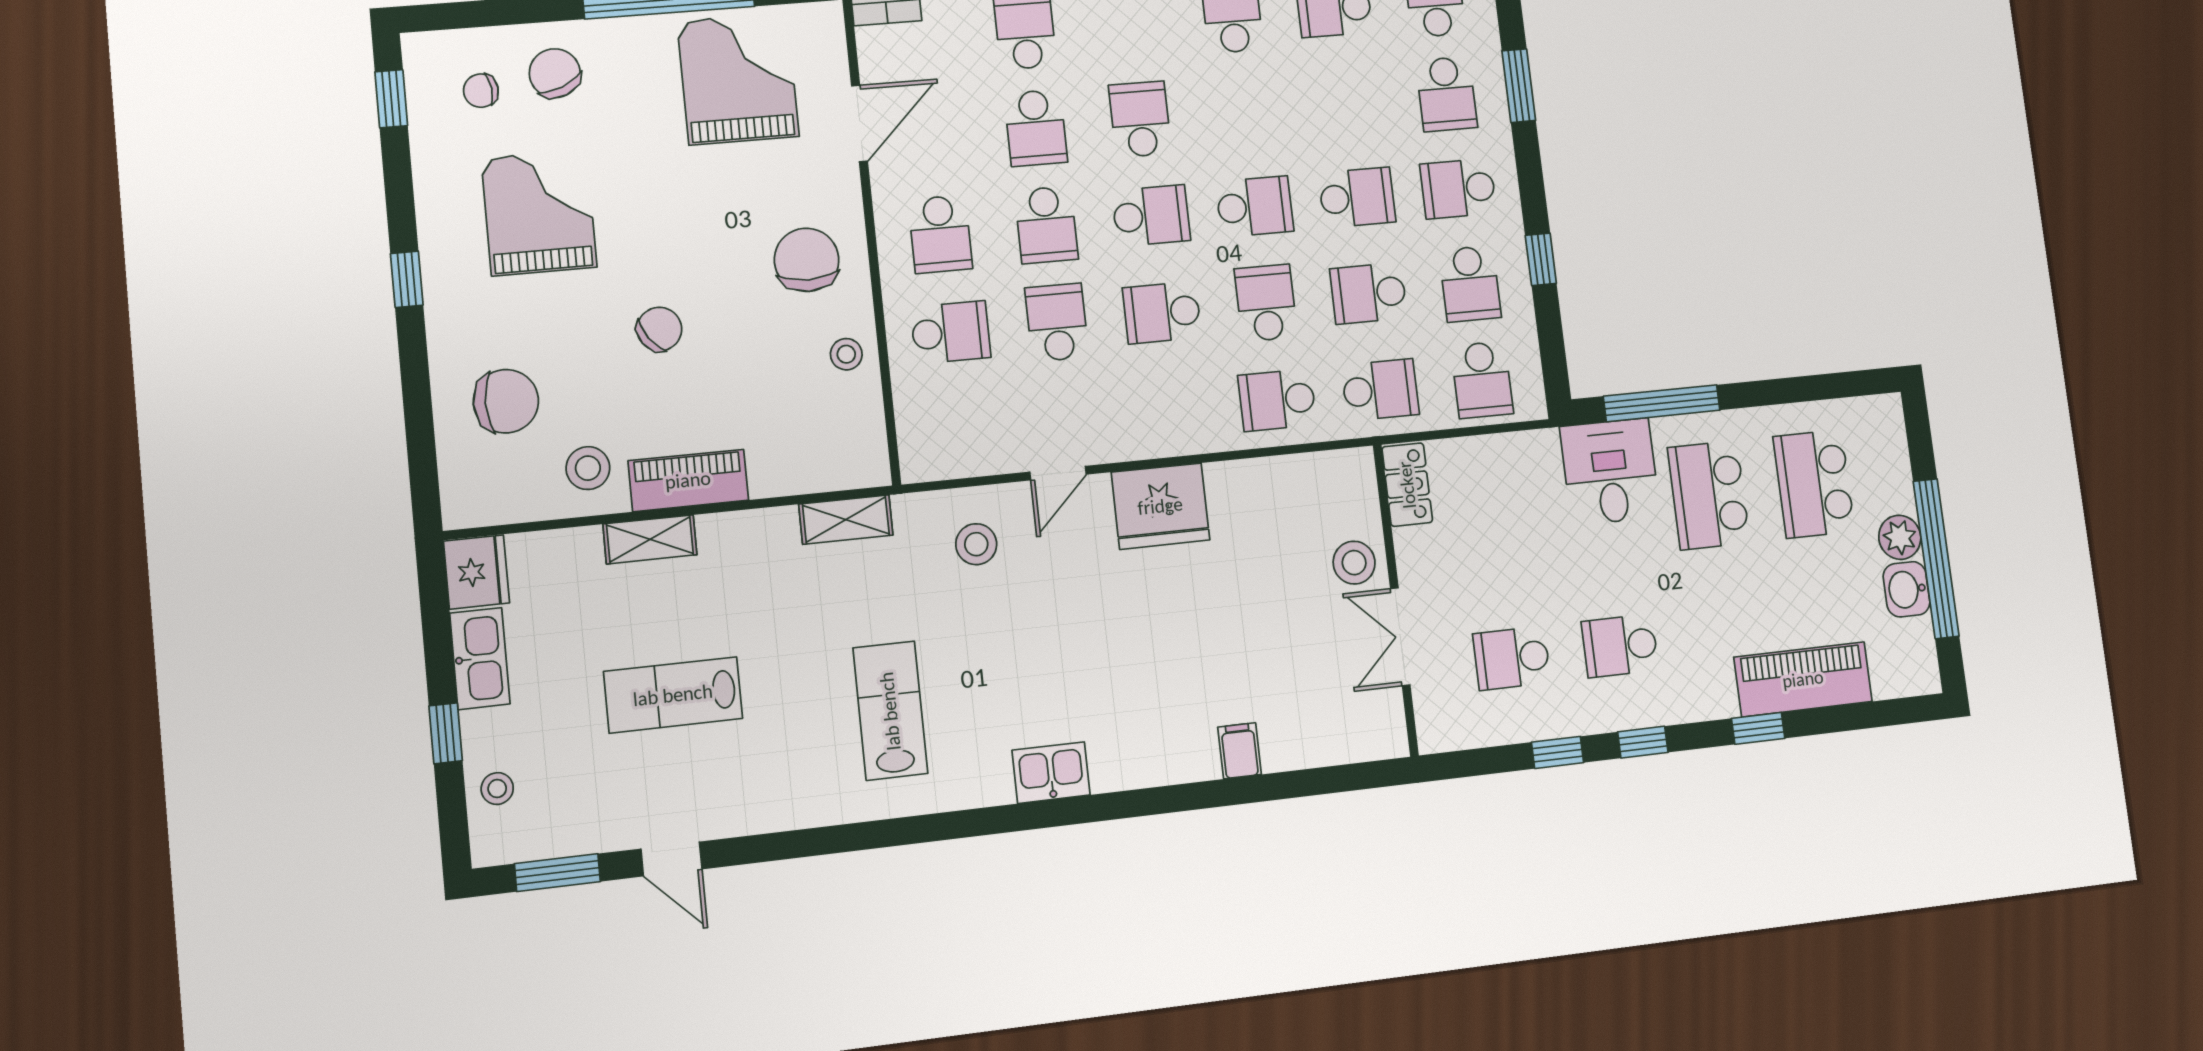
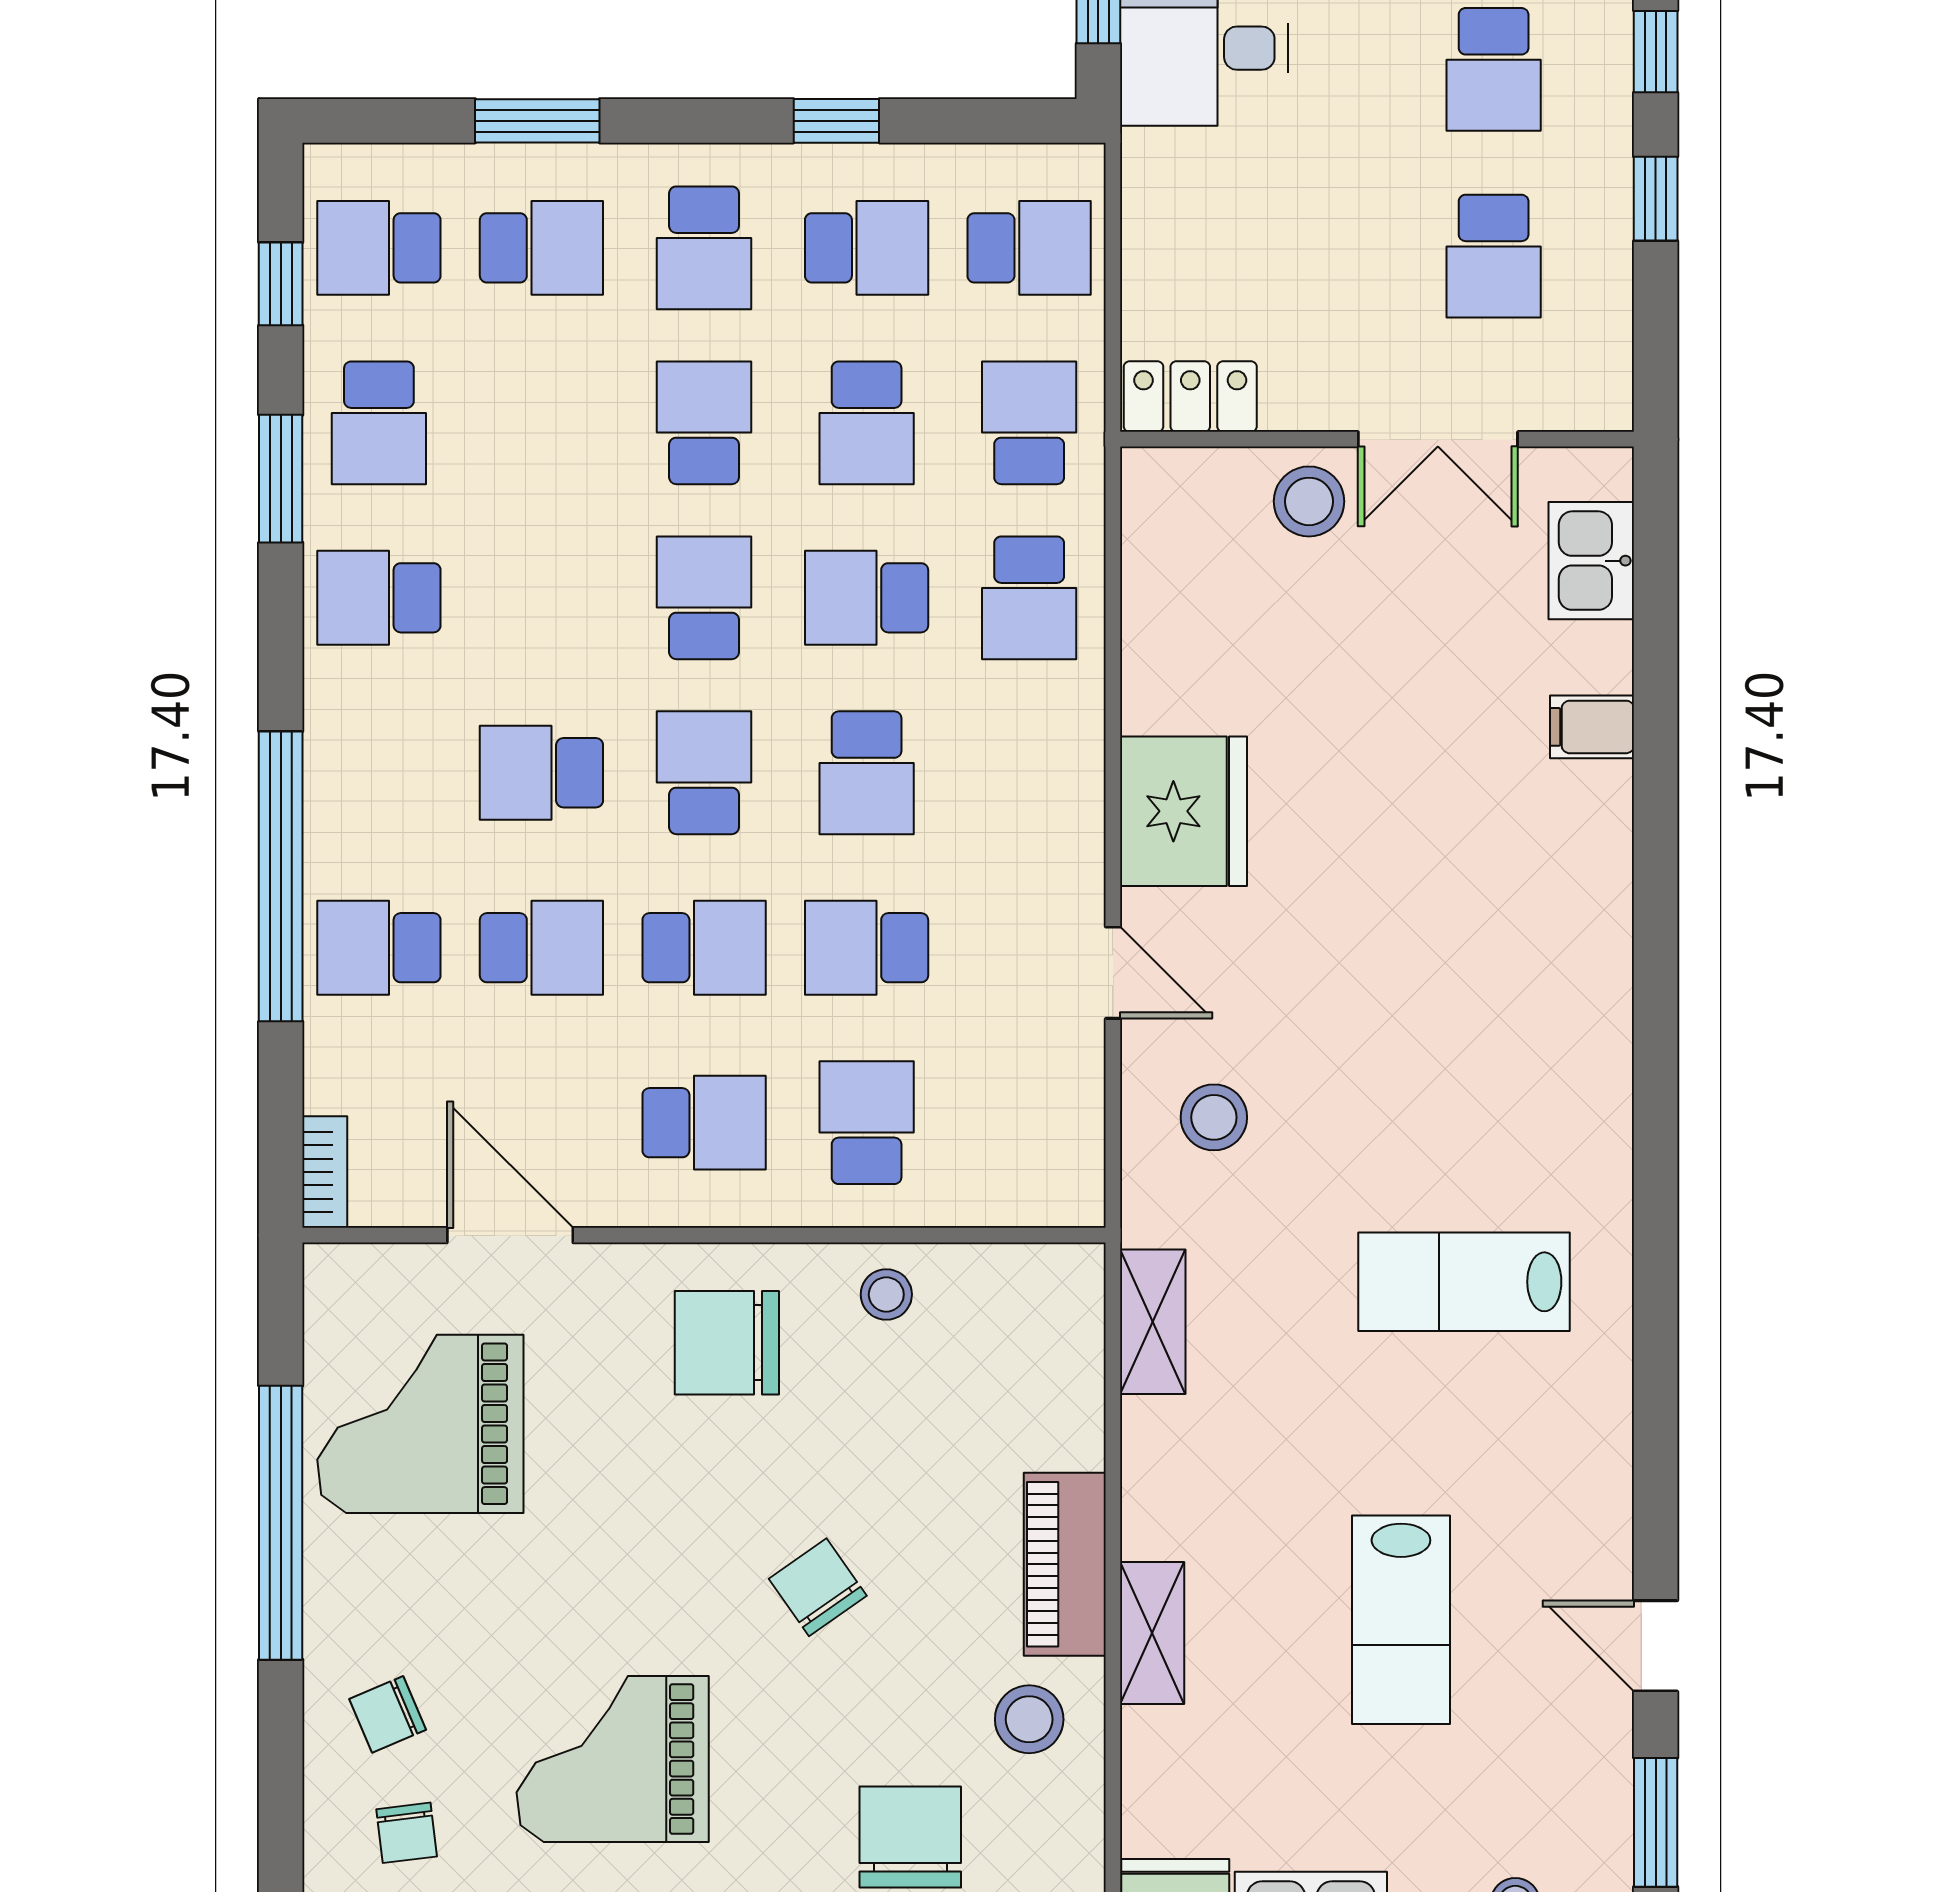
chair: (555, 73) -> (388, 1714), width x0.73, depth x0.73
kitchen sink: (1051, 773) -> (1591, 561), moved
door: (671, 859) -> (1656, 1646), swing flipped

